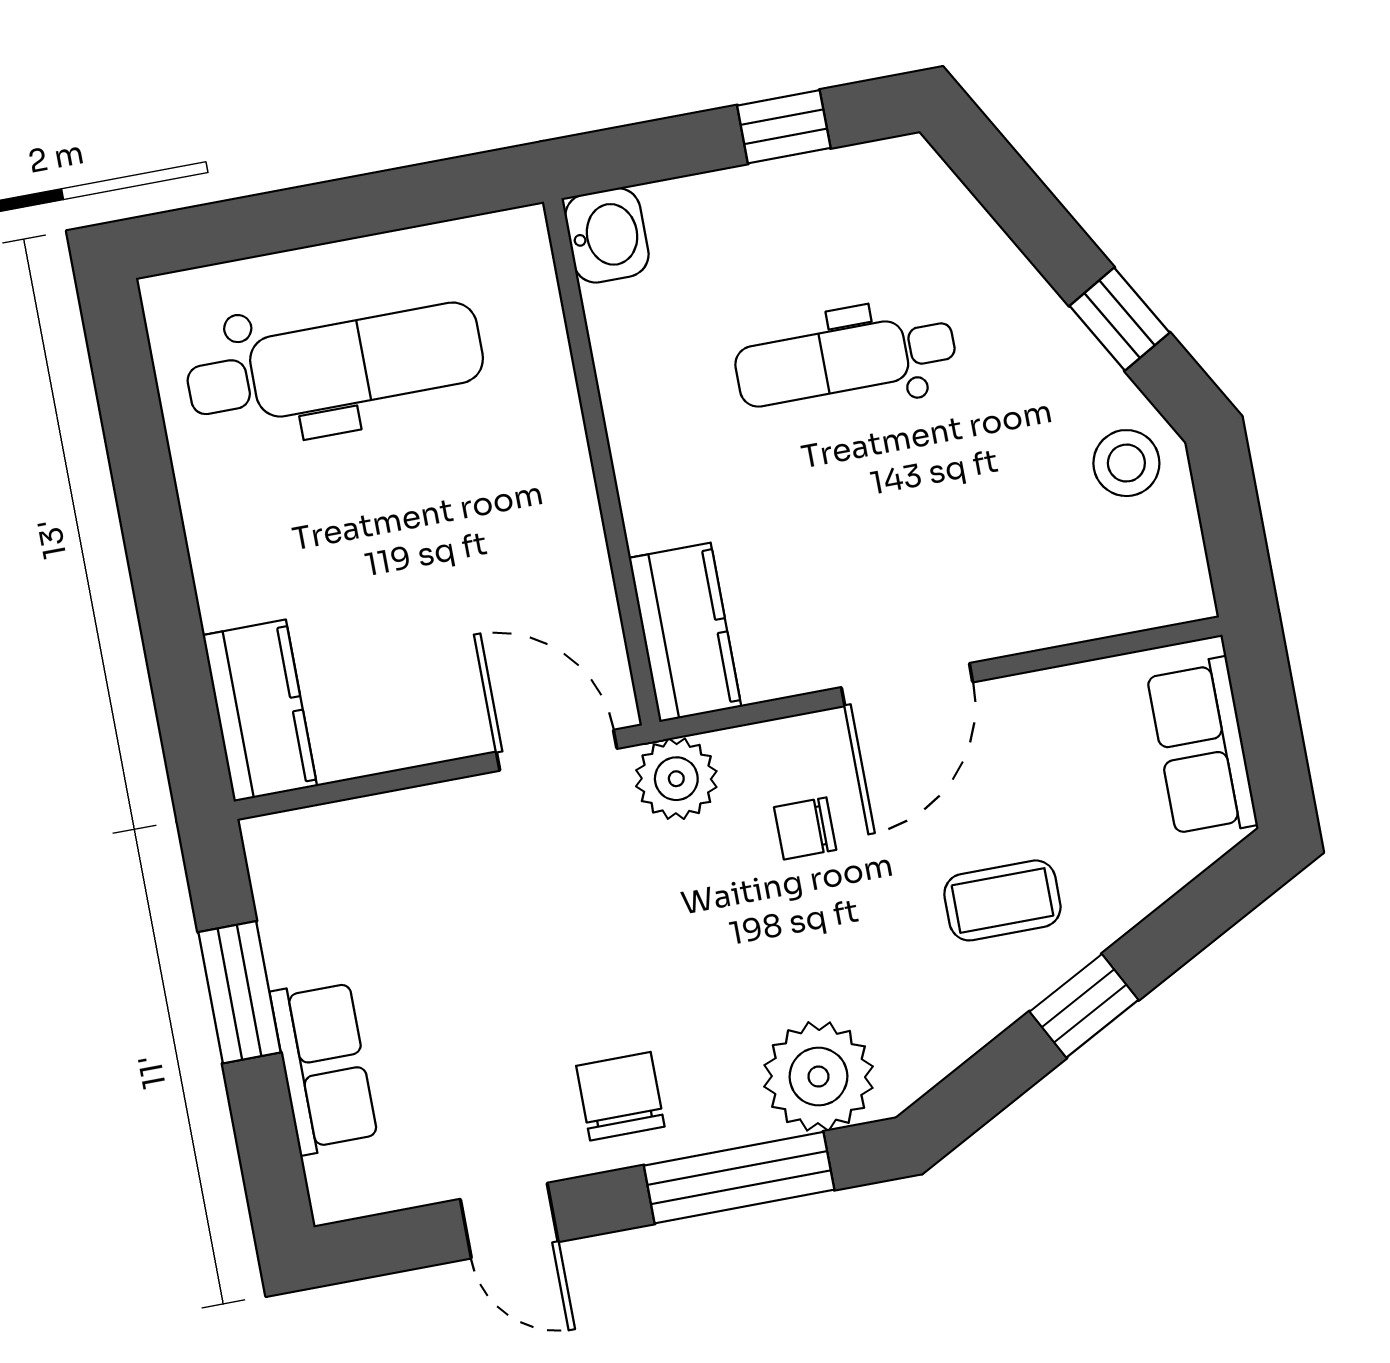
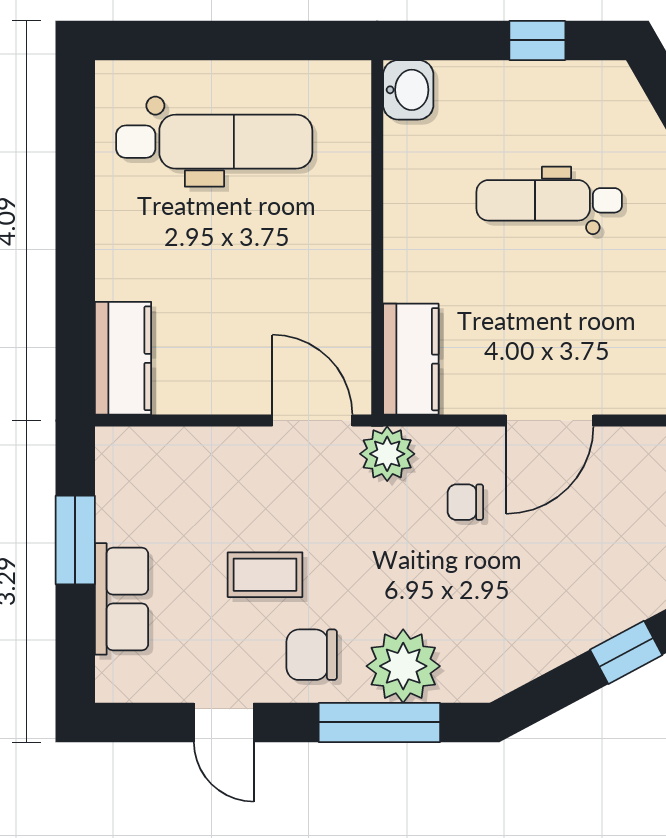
coffee table: (1002, 900) -> (265, 575), moved
plant: (818, 1077) -> (403, 666), moved
chair: (620, 1096) -> (312, 655), turned -90

